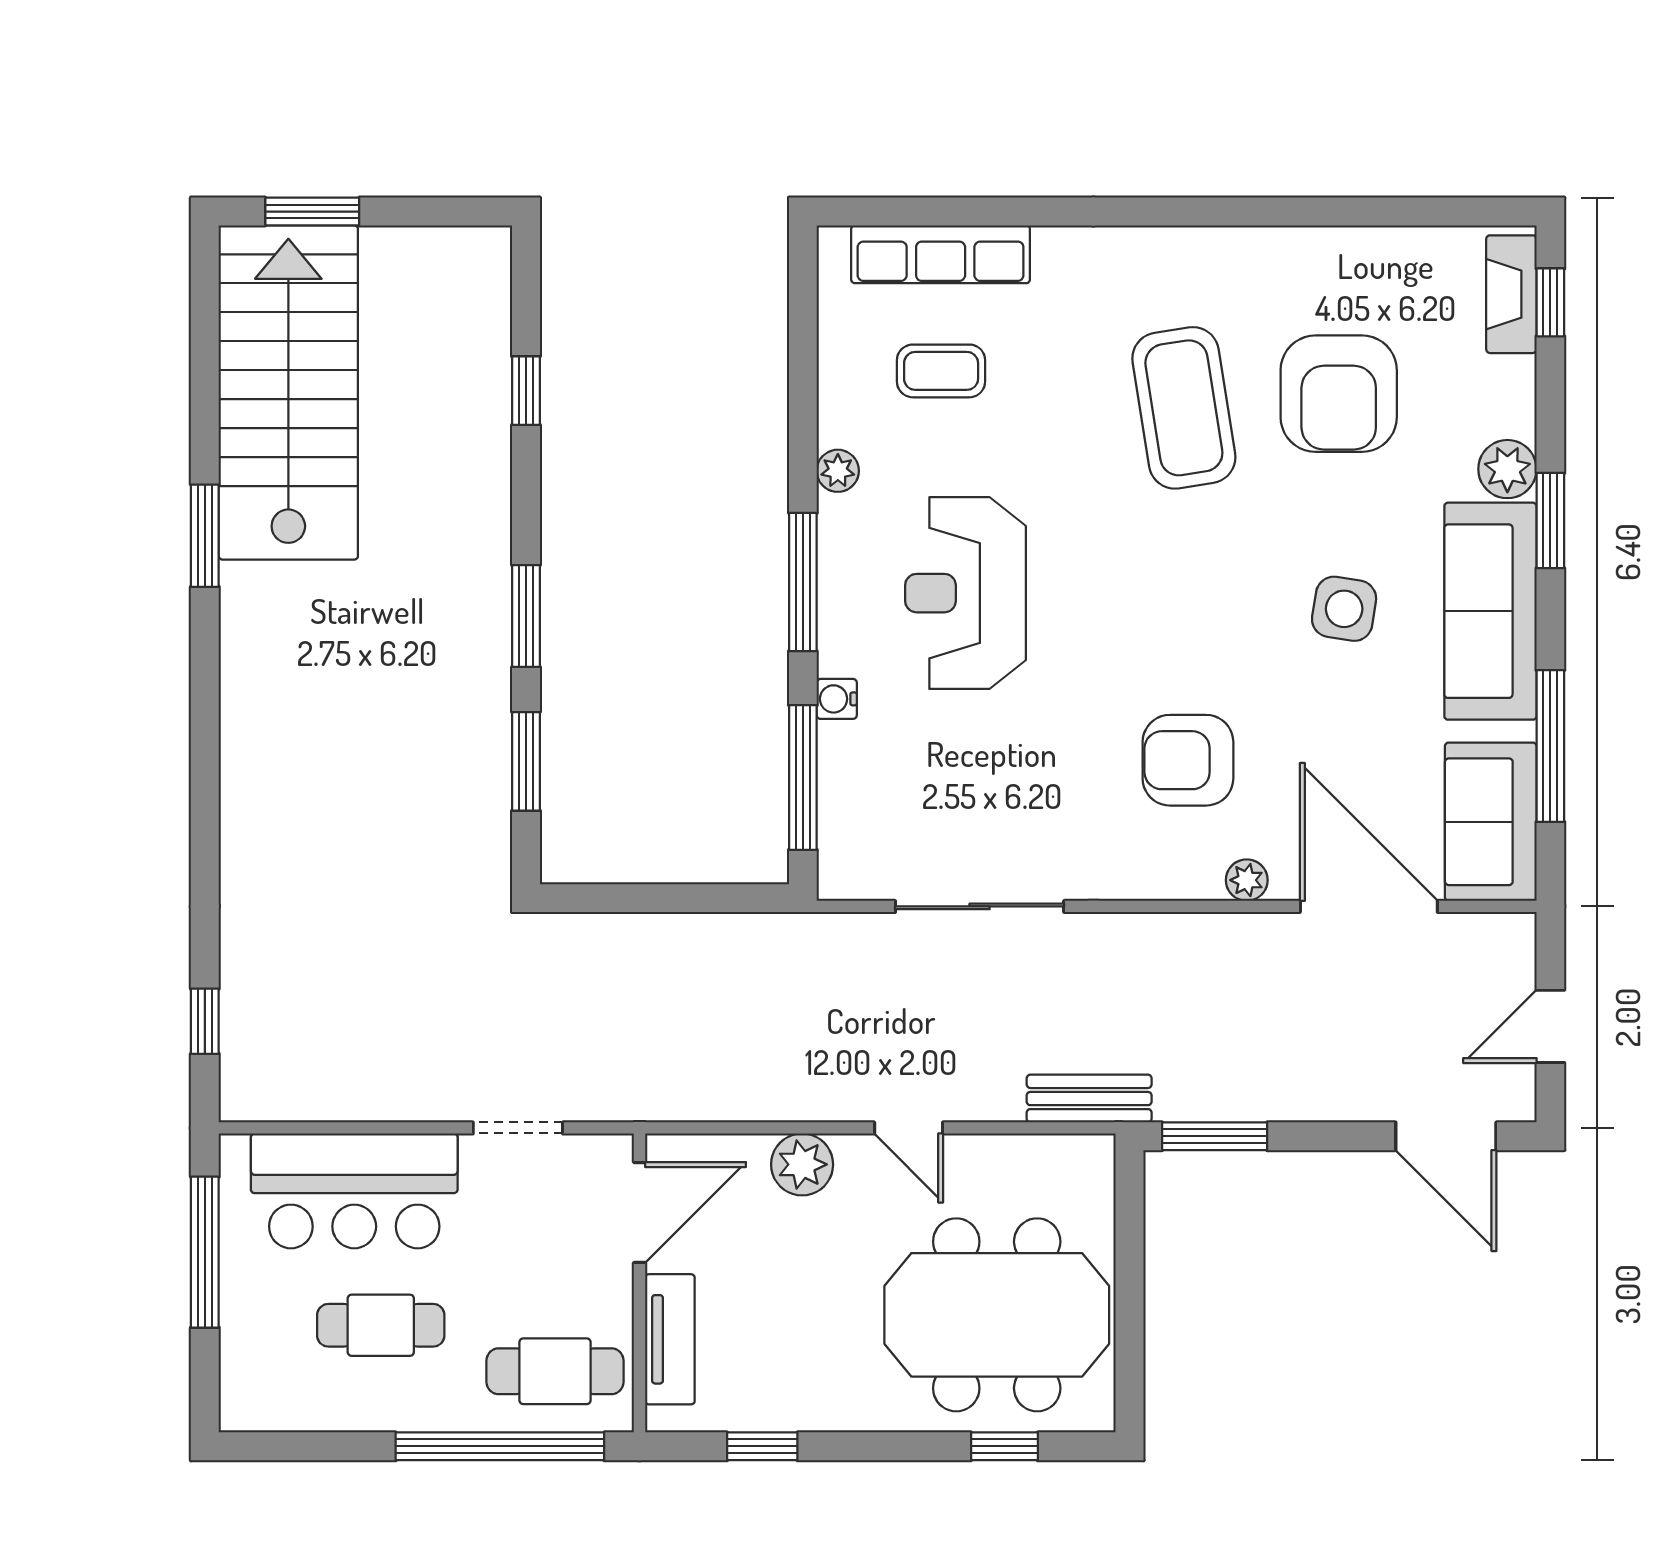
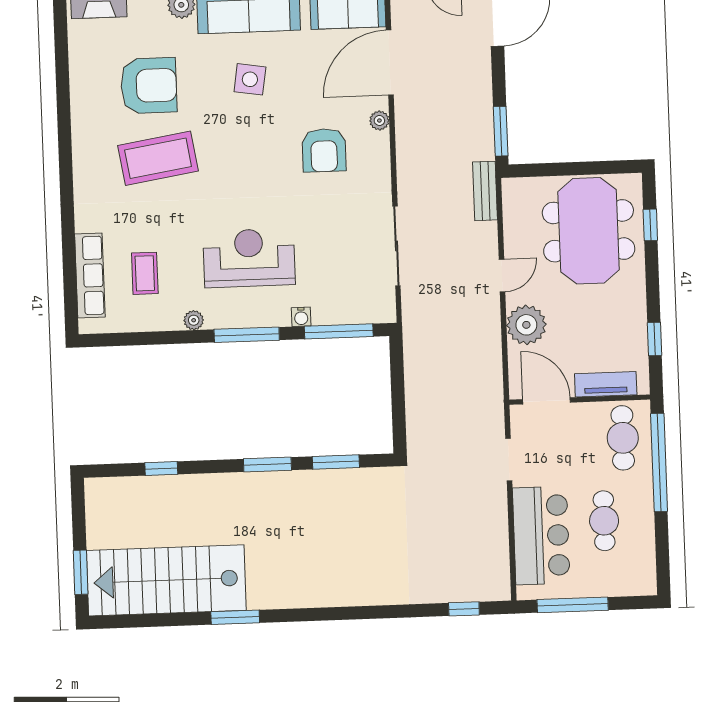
reception desk: (965, 593) -> (249, 258), turned 180
plant: (802, 1164) -> (526, 325), width x1.36, depth x1.36

